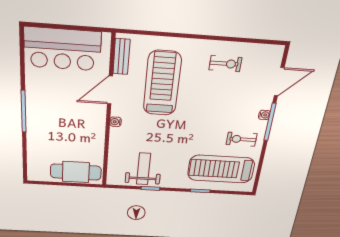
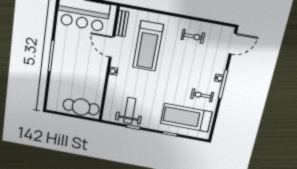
door: (279, 82) -> (233, 44), moved
treadmill: (162, 83) -> (148, 46), turned 180
door: (110, 90) -> (112, 47), hinge flipped

